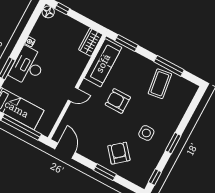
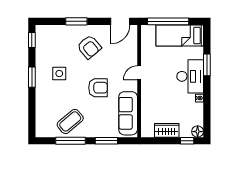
wardrobe: (91, 42) -> (167, 130), moved, turned -90
window: (126, 43) -> (106, 141), moved
coffee table: (160, 84) -> (70, 121), turned 58
door: (65, 151) -> (120, 21), hinge flipped
armchair: (119, 153) -> (89, 47), moved

